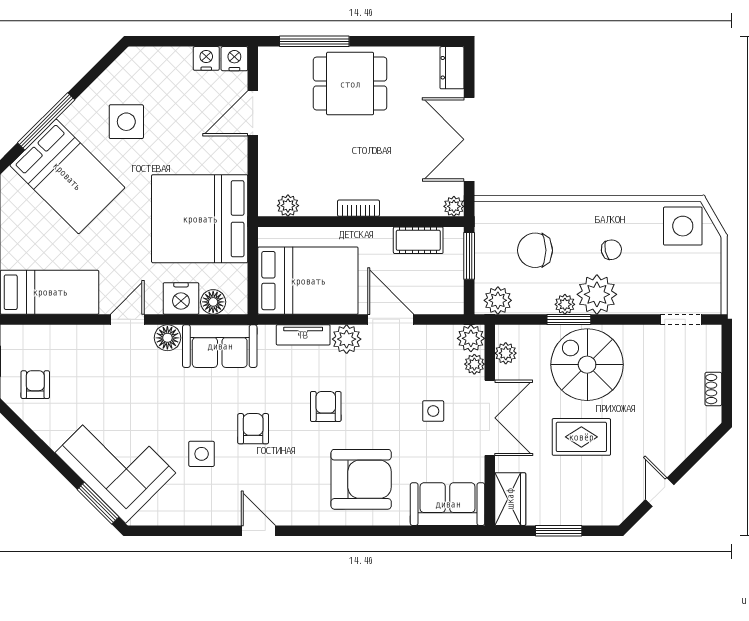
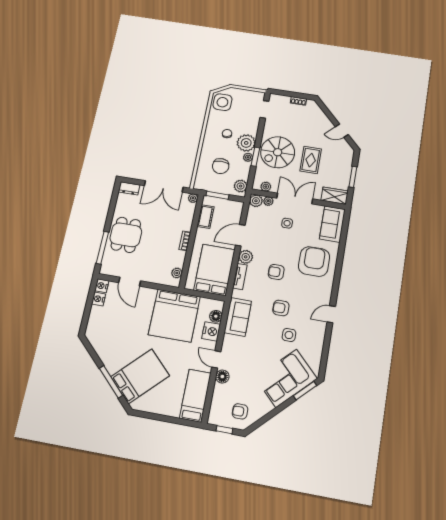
side table: (126, 122) -> (120, 342), removed
floor lamp: (167, 338) -> (222, 377), moved

